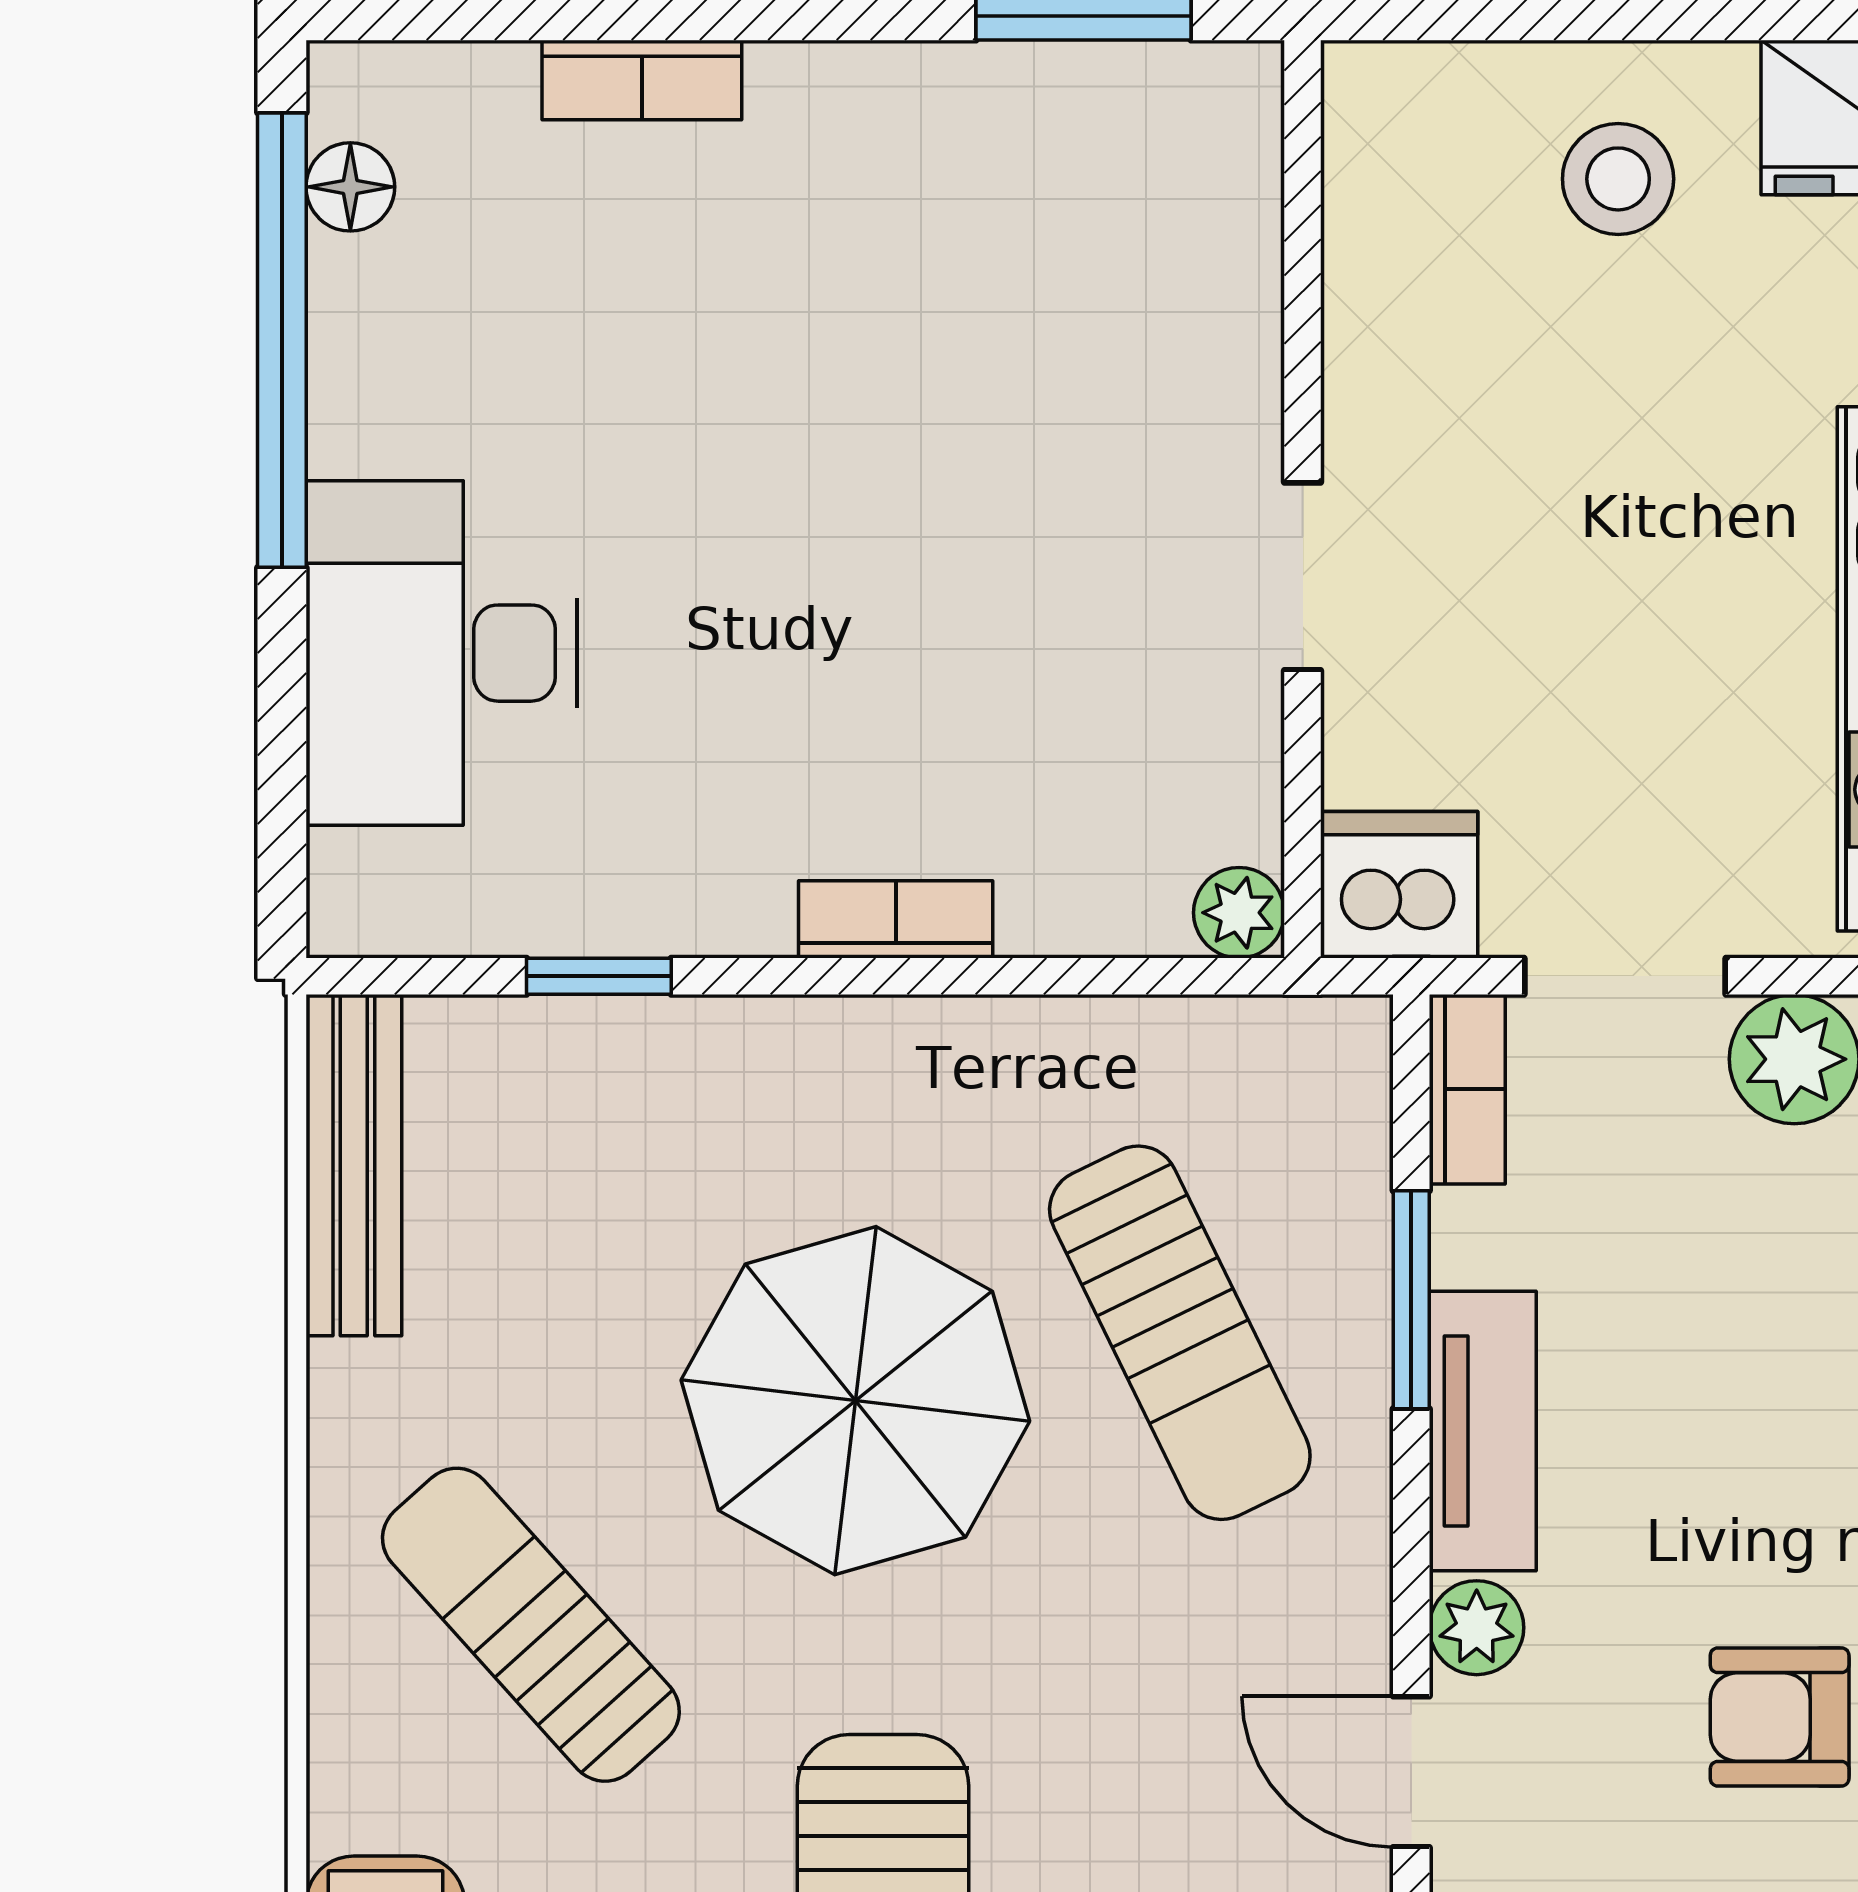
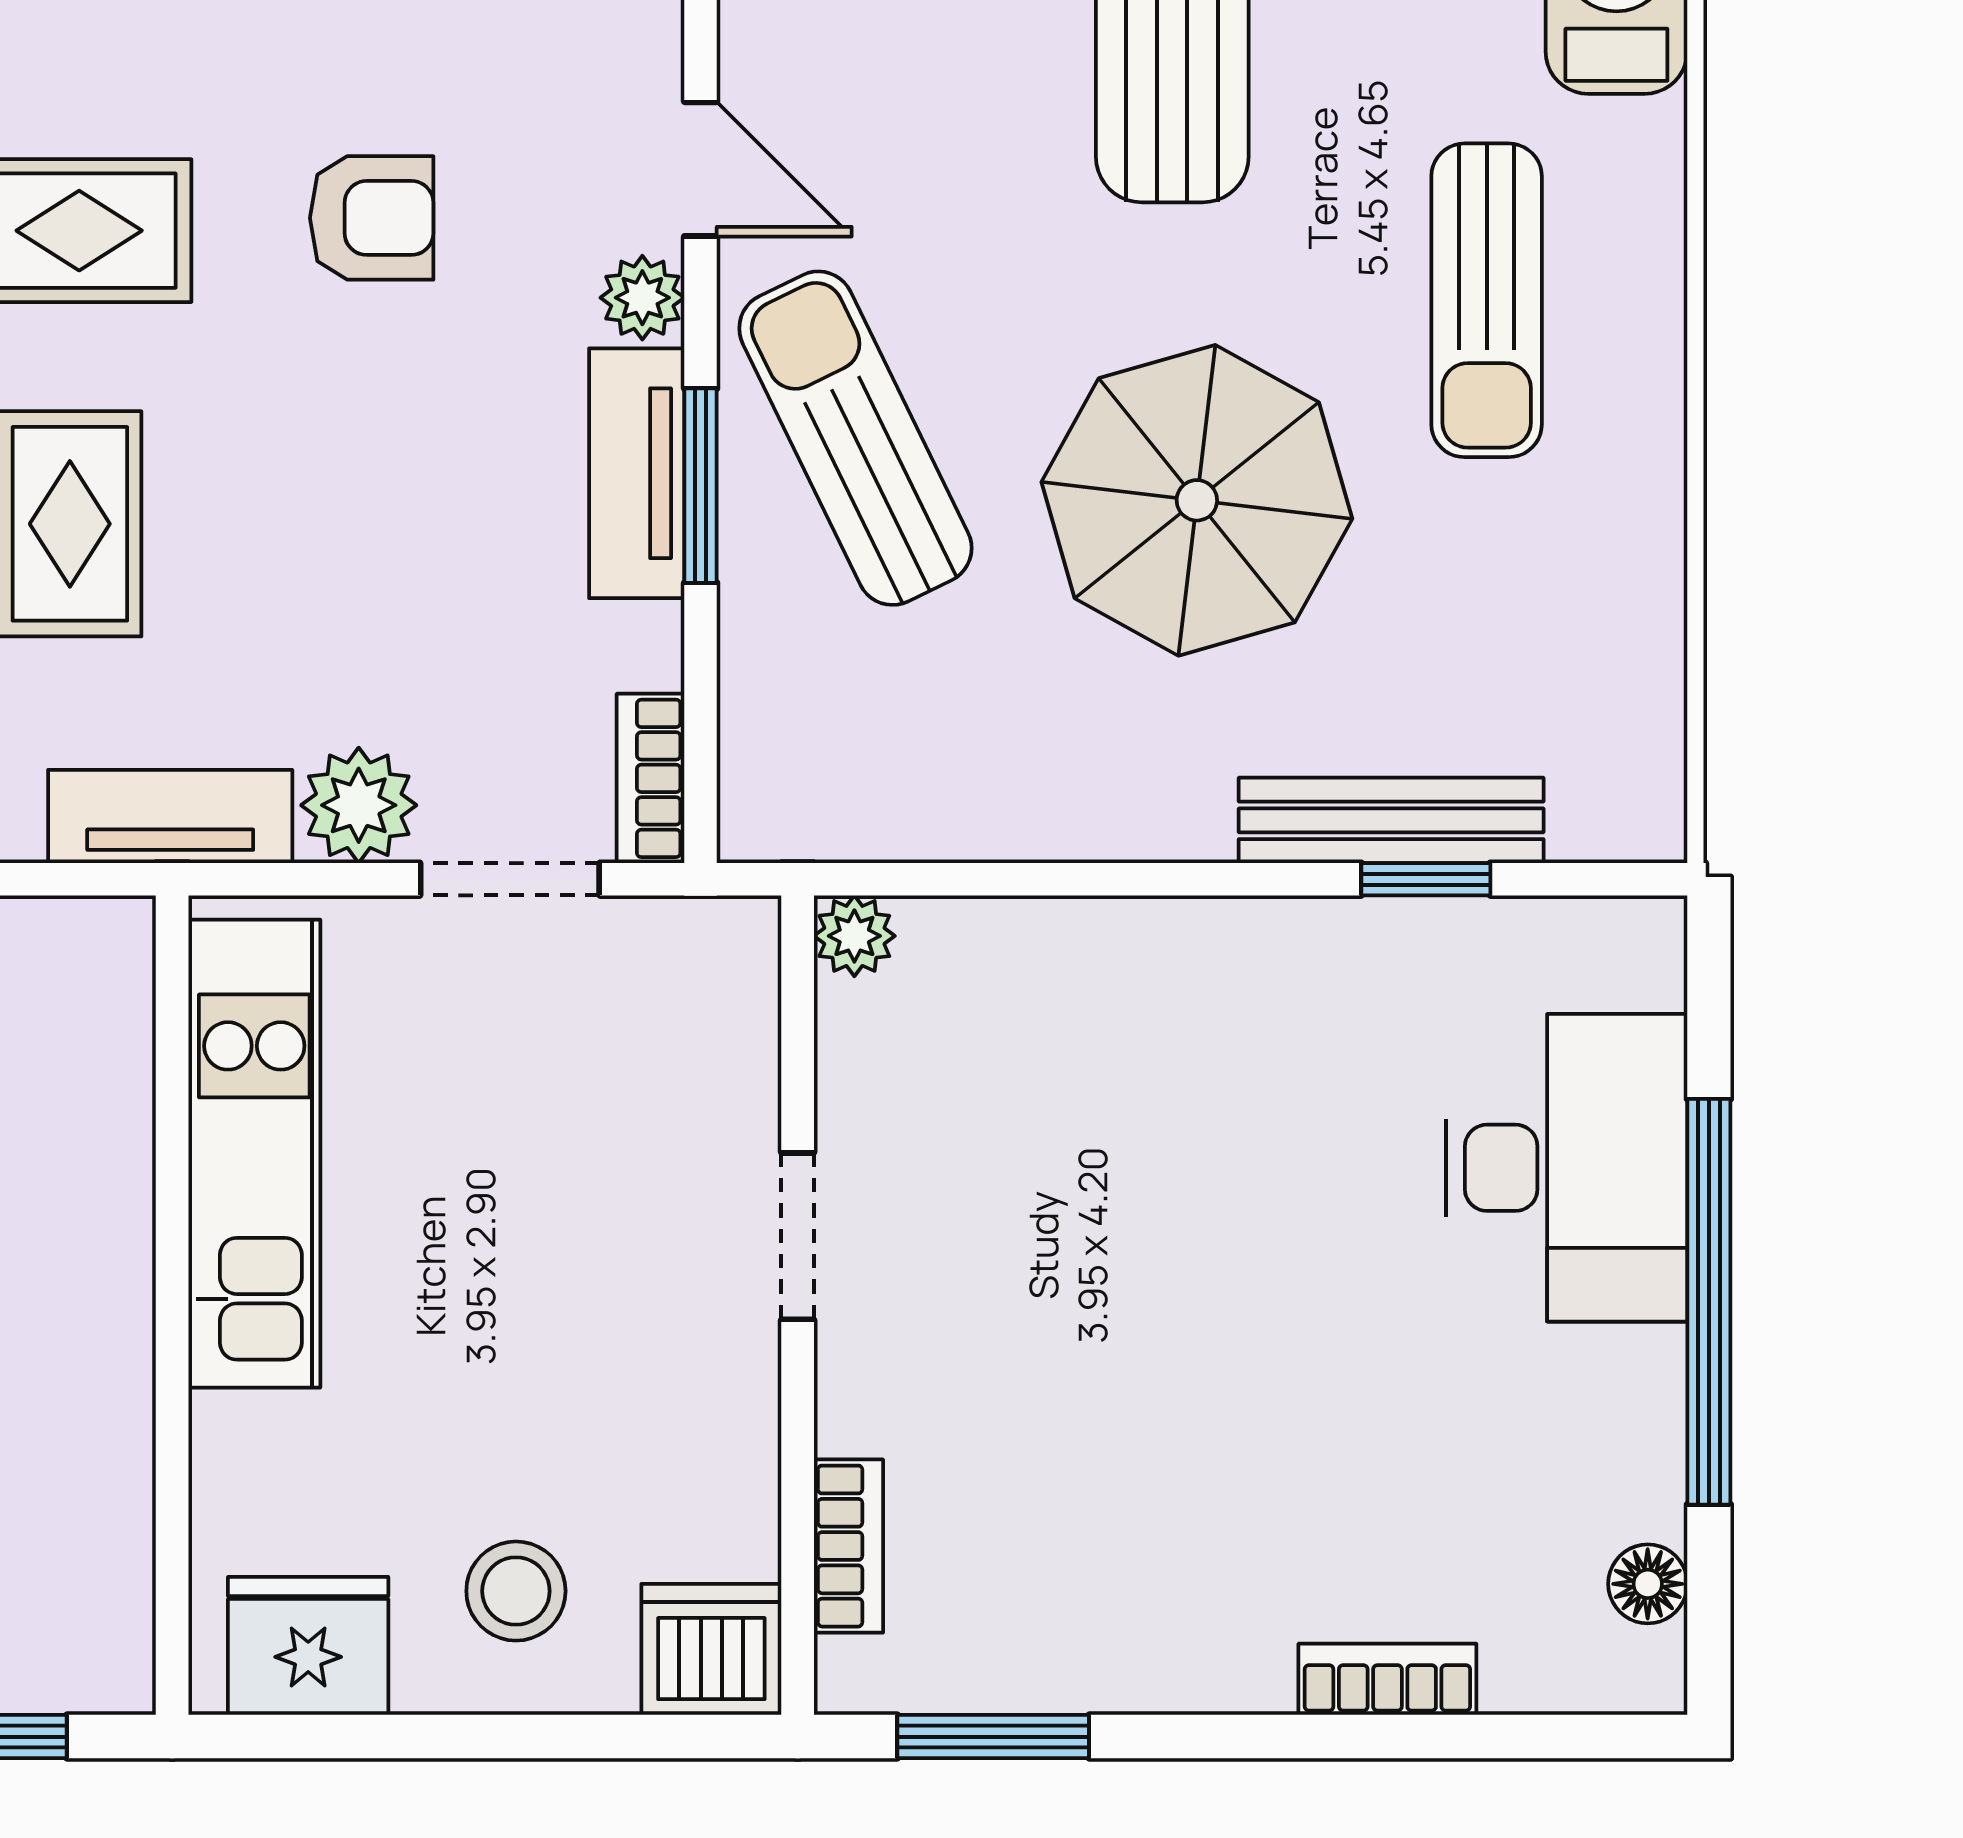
window: (282, 340) -> (1709, 1302), moved
dishwasher: (1399, 885) -> (711, 1649), moved, turned 180
bookcase: (896, 919) -> (848, 1546), moved, turned -90
bench: (354, 1165) -> (1391, 820), moved, turned 90
window: (1411, 1300) -> (701, 486), moved
sun lounger: (1180, 1333) -> (855, 438), moved
sun lounger: (531, 1625) -> (1487, 300), turned 42

